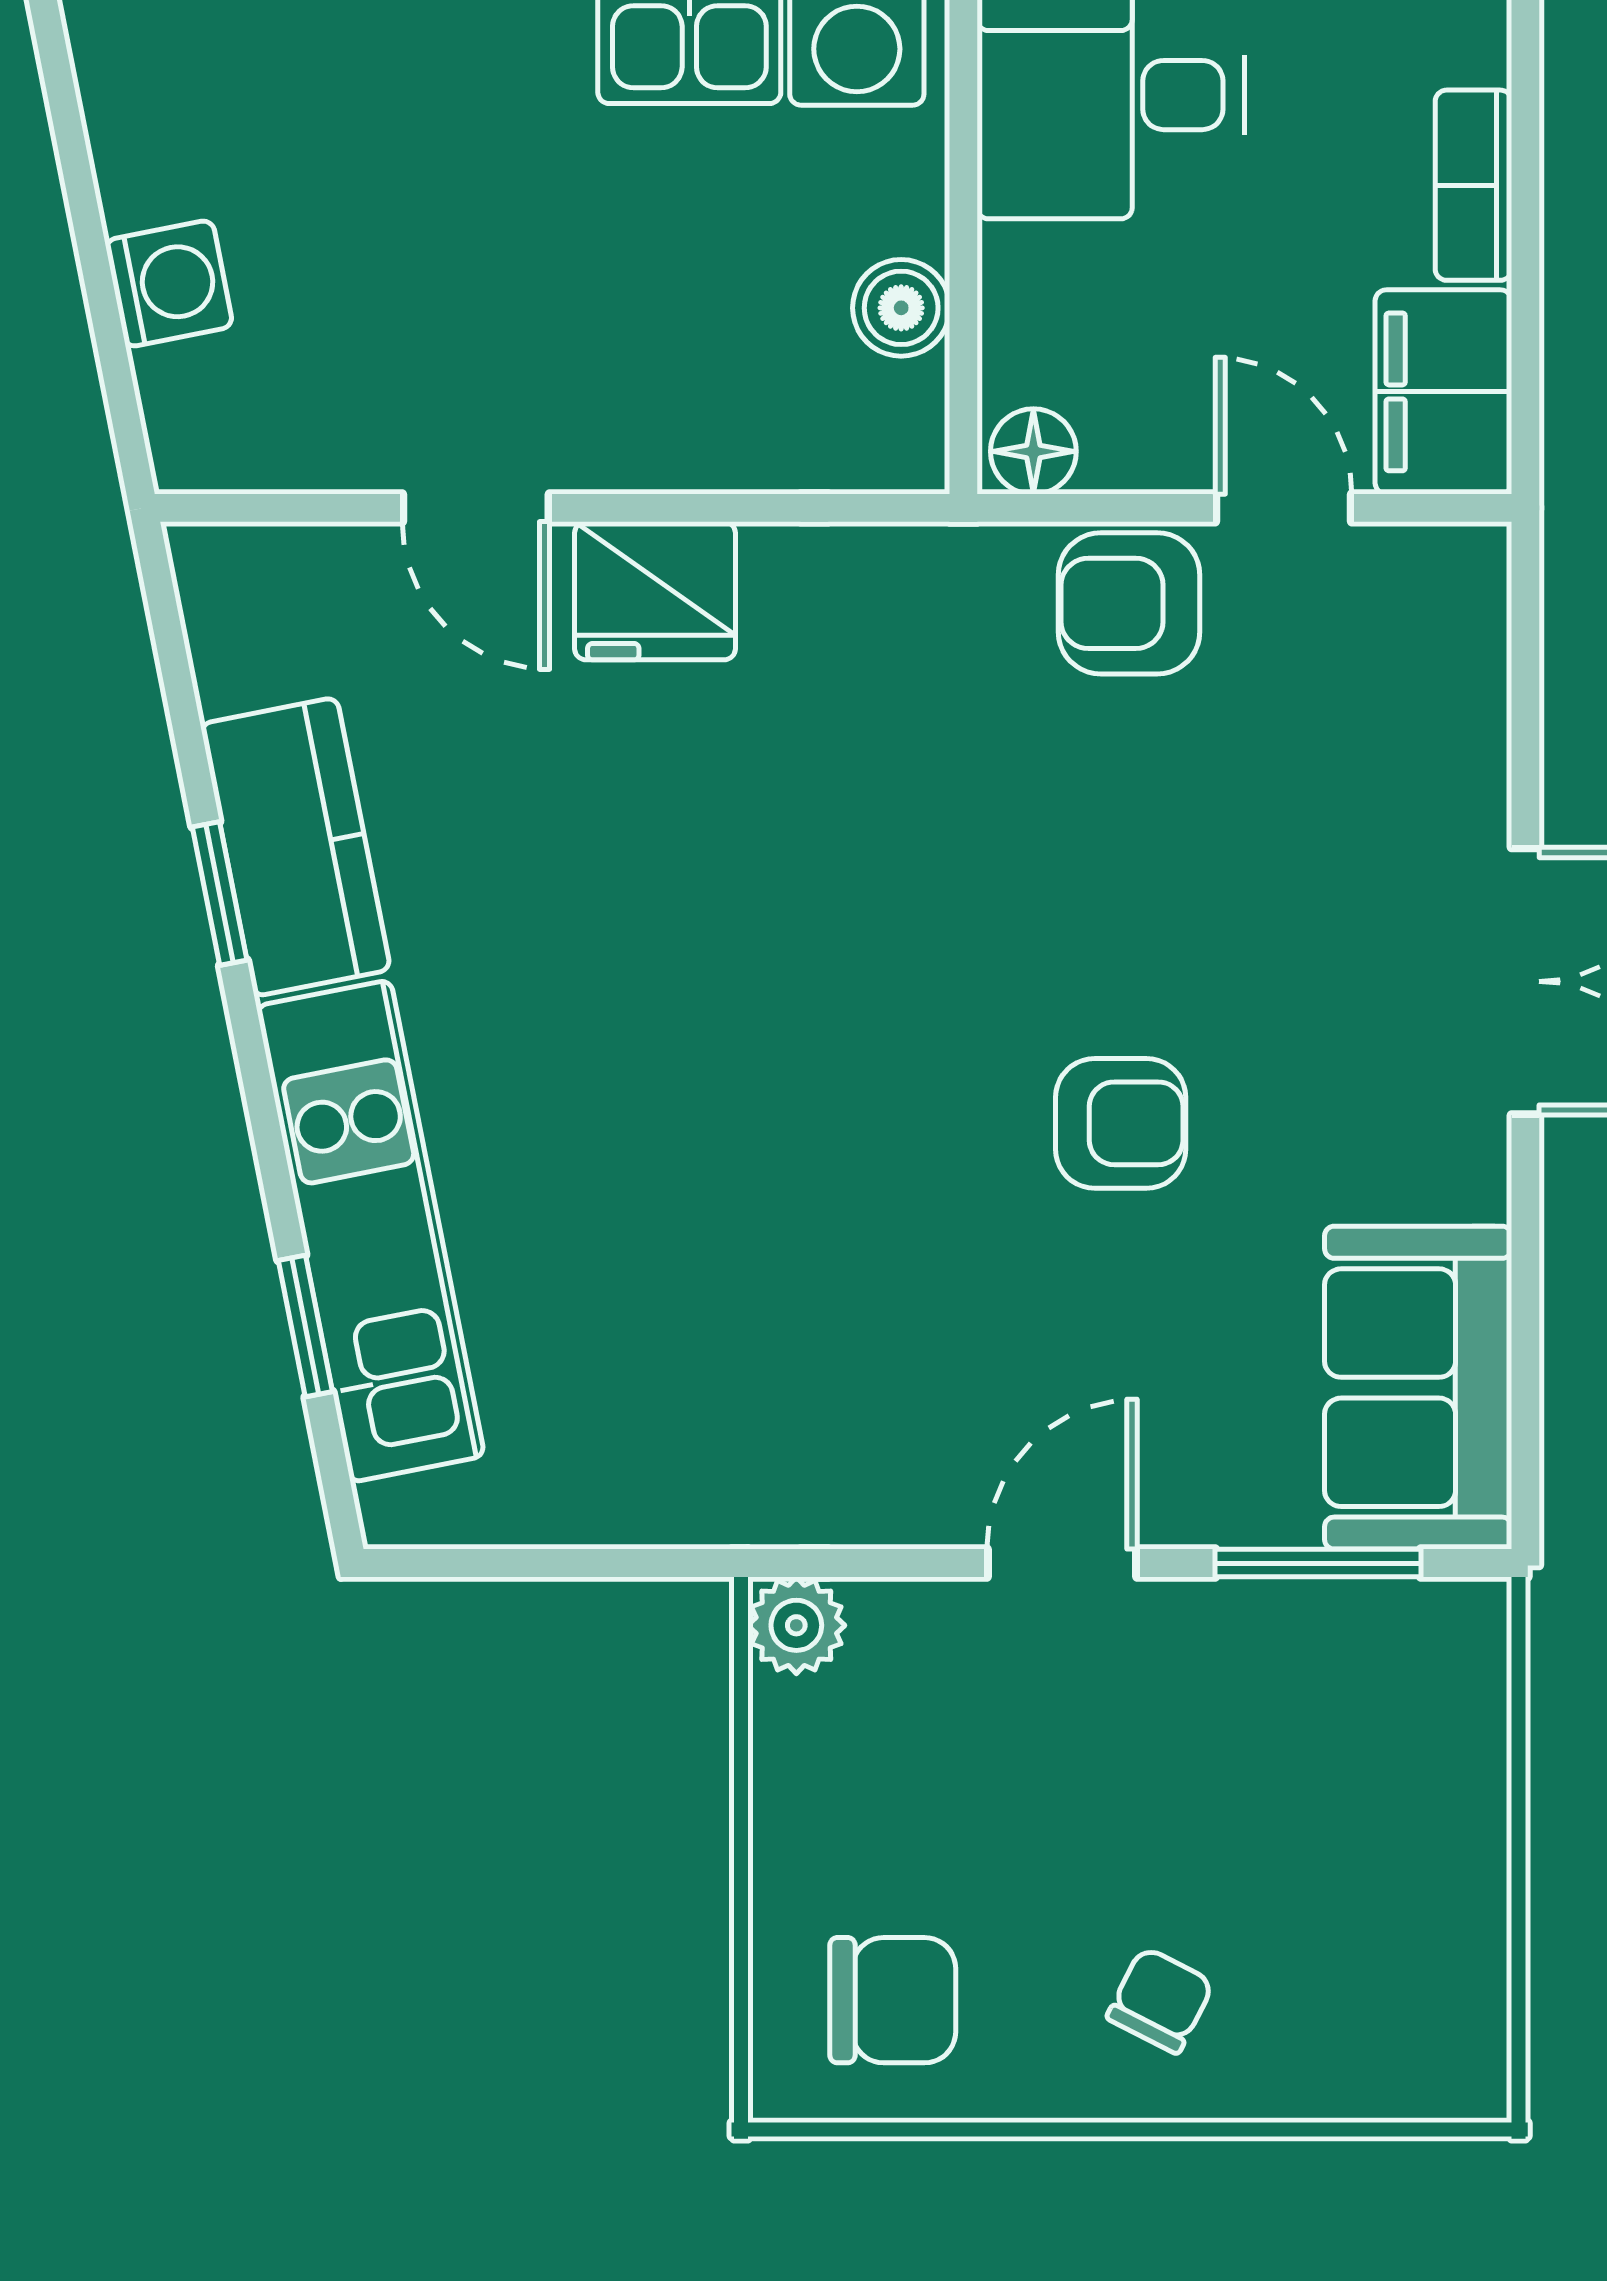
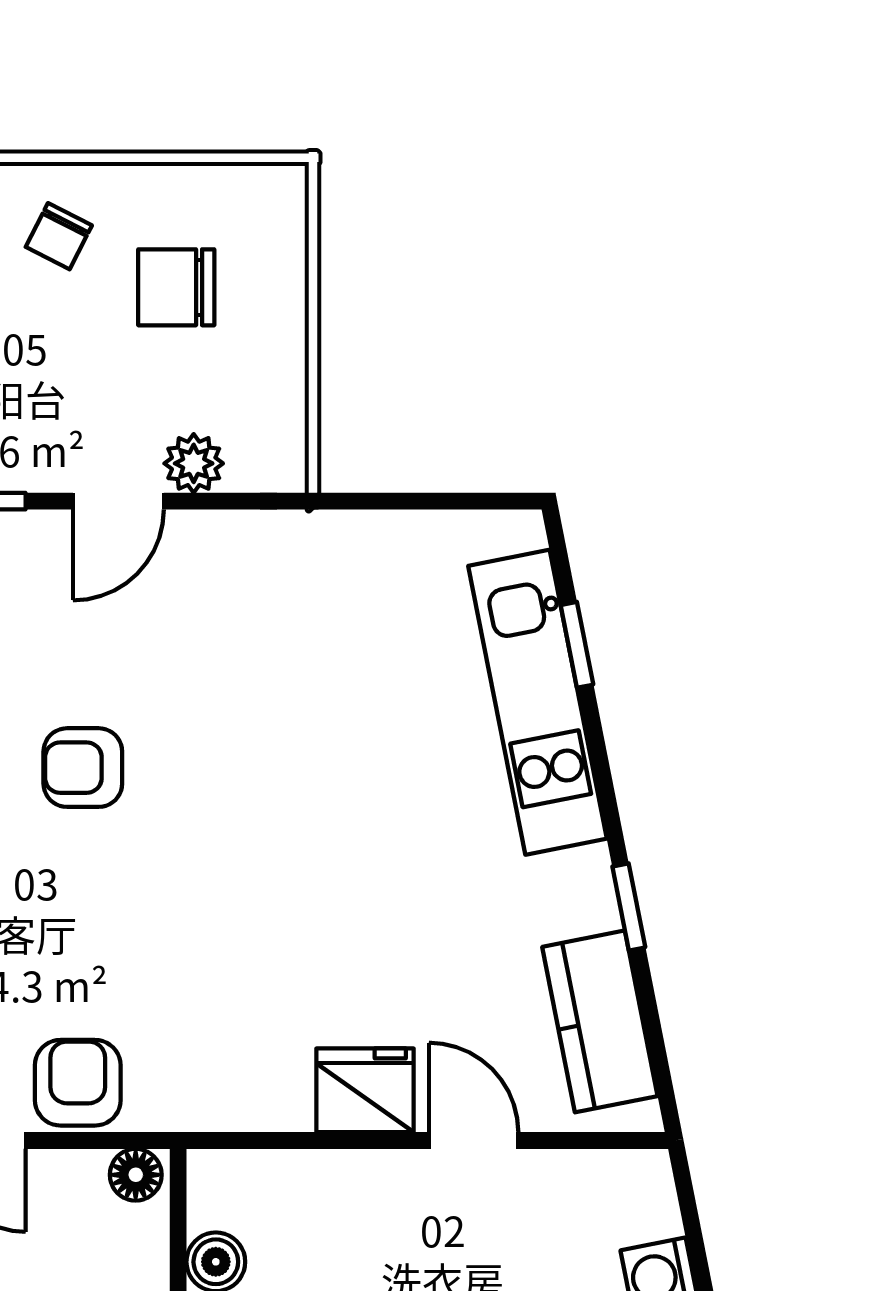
armchair: (1129, 603) -> (78, 1083), turned -90
kitchen counter: (295, 847) -> (600, 1021), moved
plant: (796, 1625) -> (194, 463), moved
chair: (893, 2000) -> (176, 287), moved

